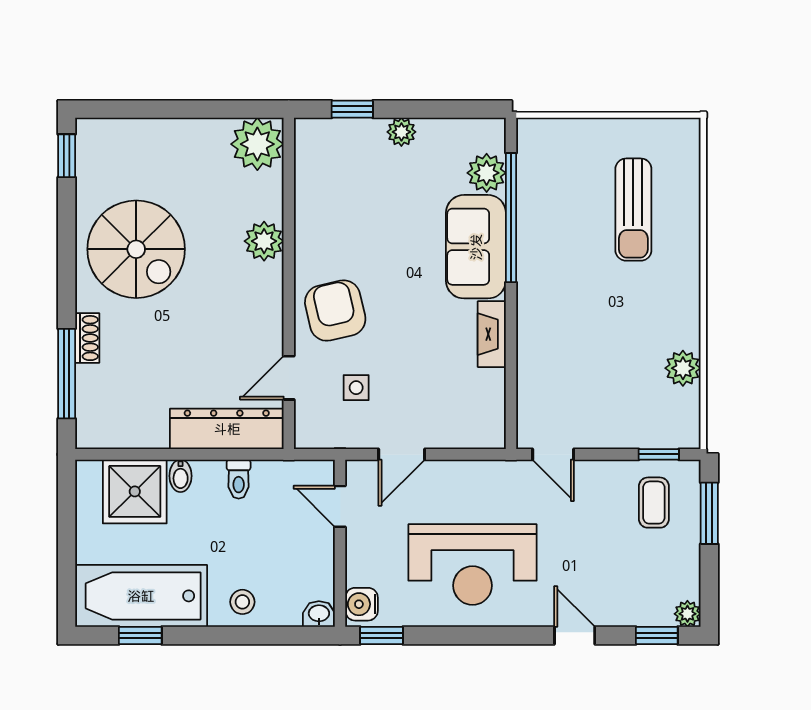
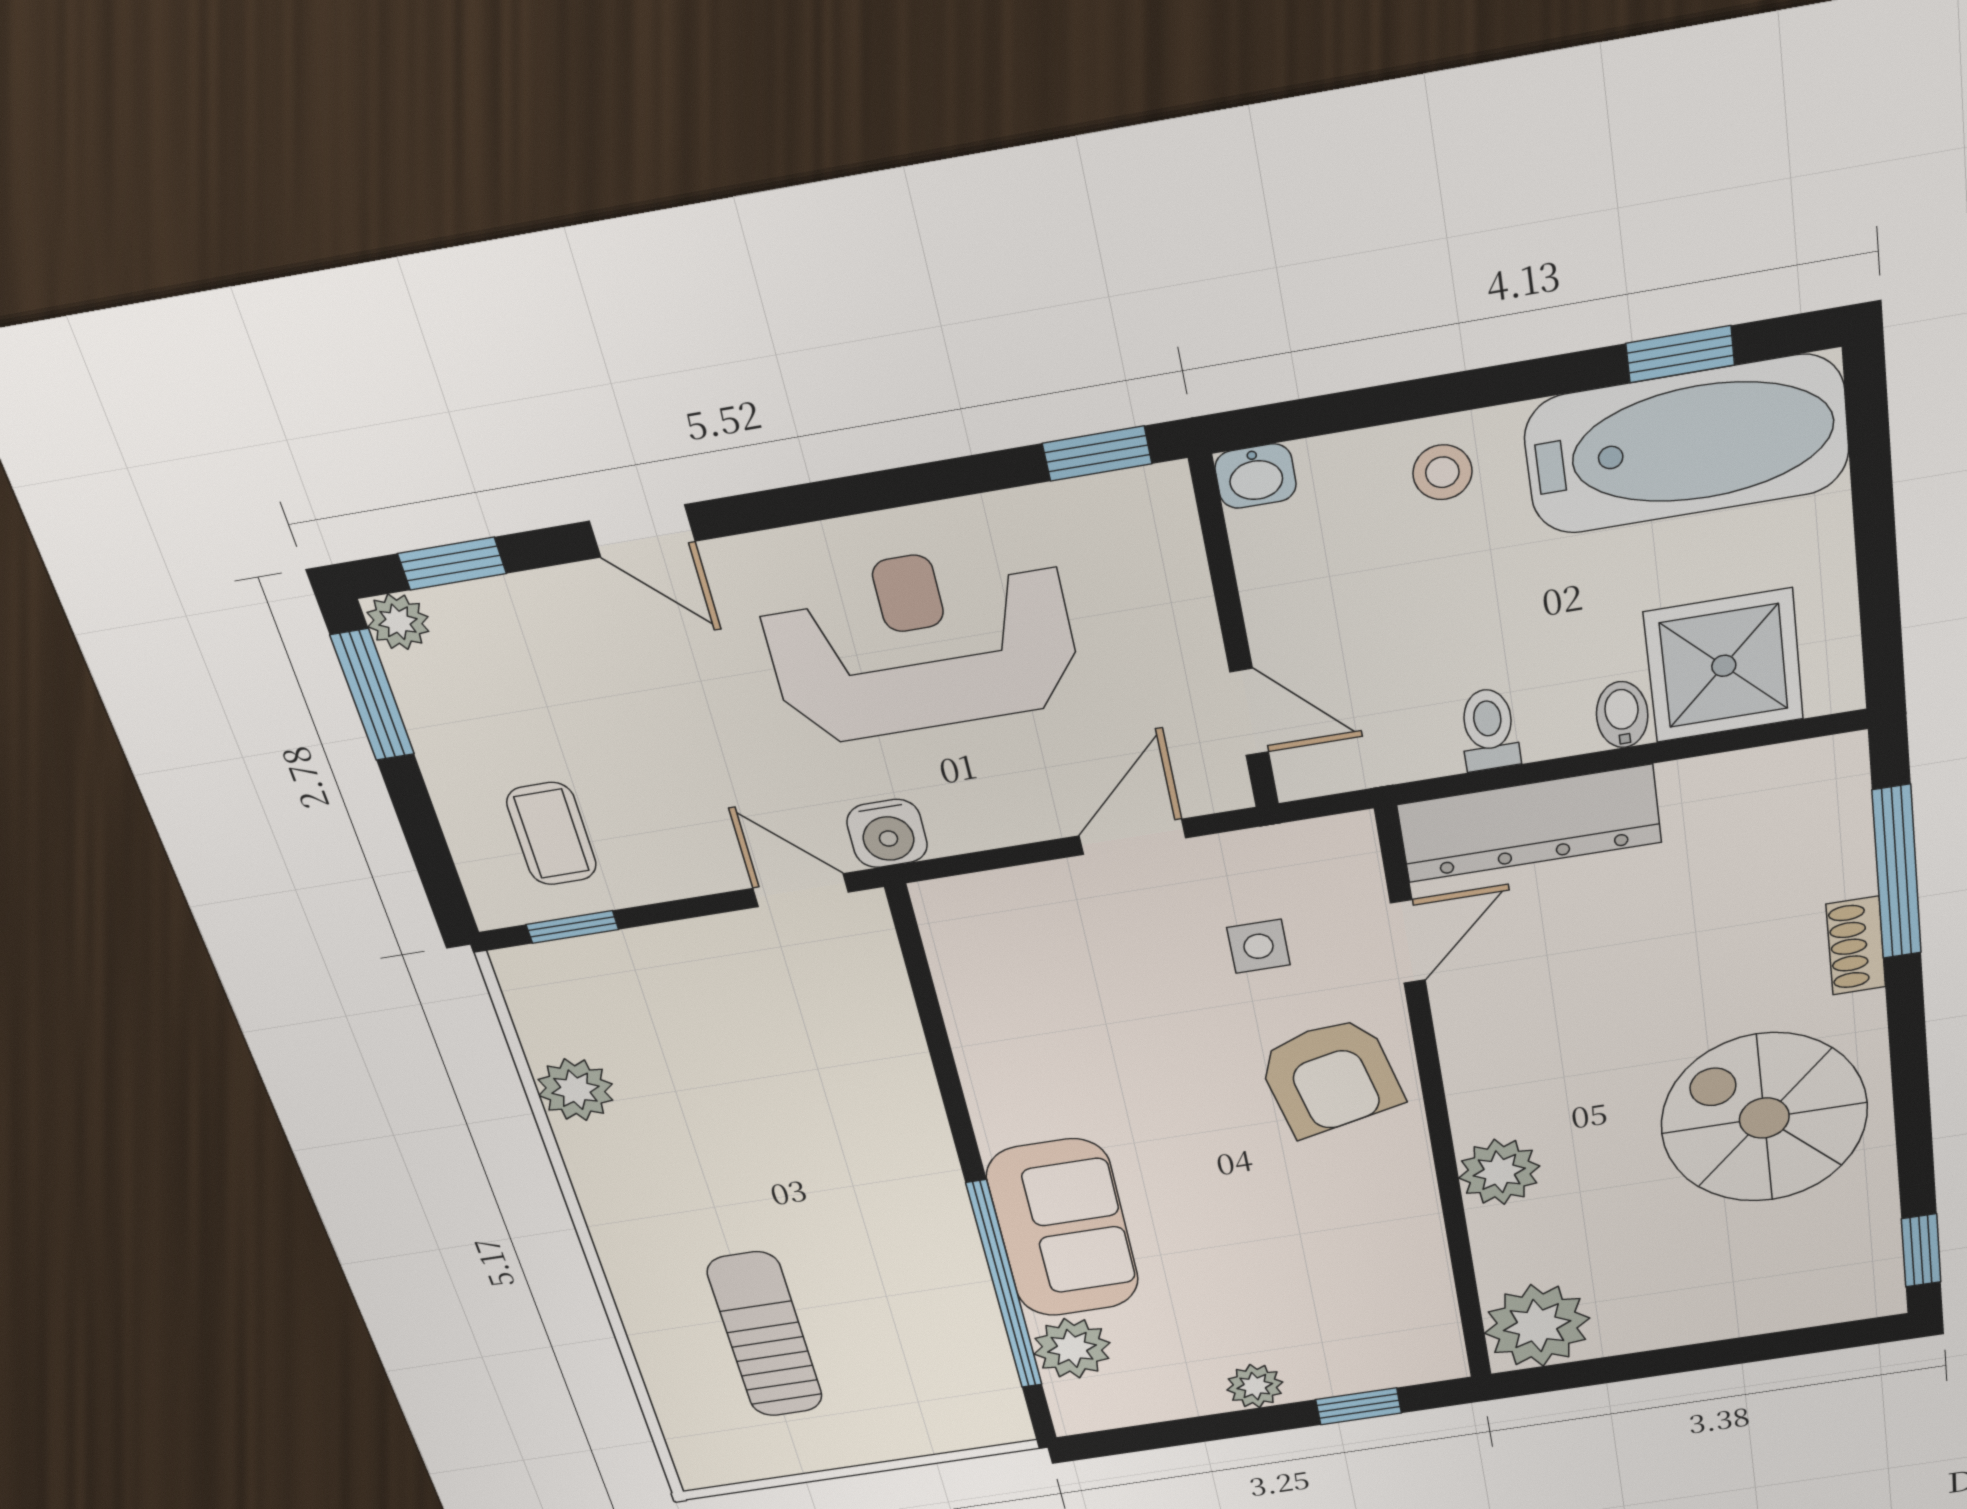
fireplace: (492, 334) -> (992, 1087), removed
window: (709, 513) -> (372, 695), moved
water cooler: (362, 604) -> (887, 833), moved, turned 90

